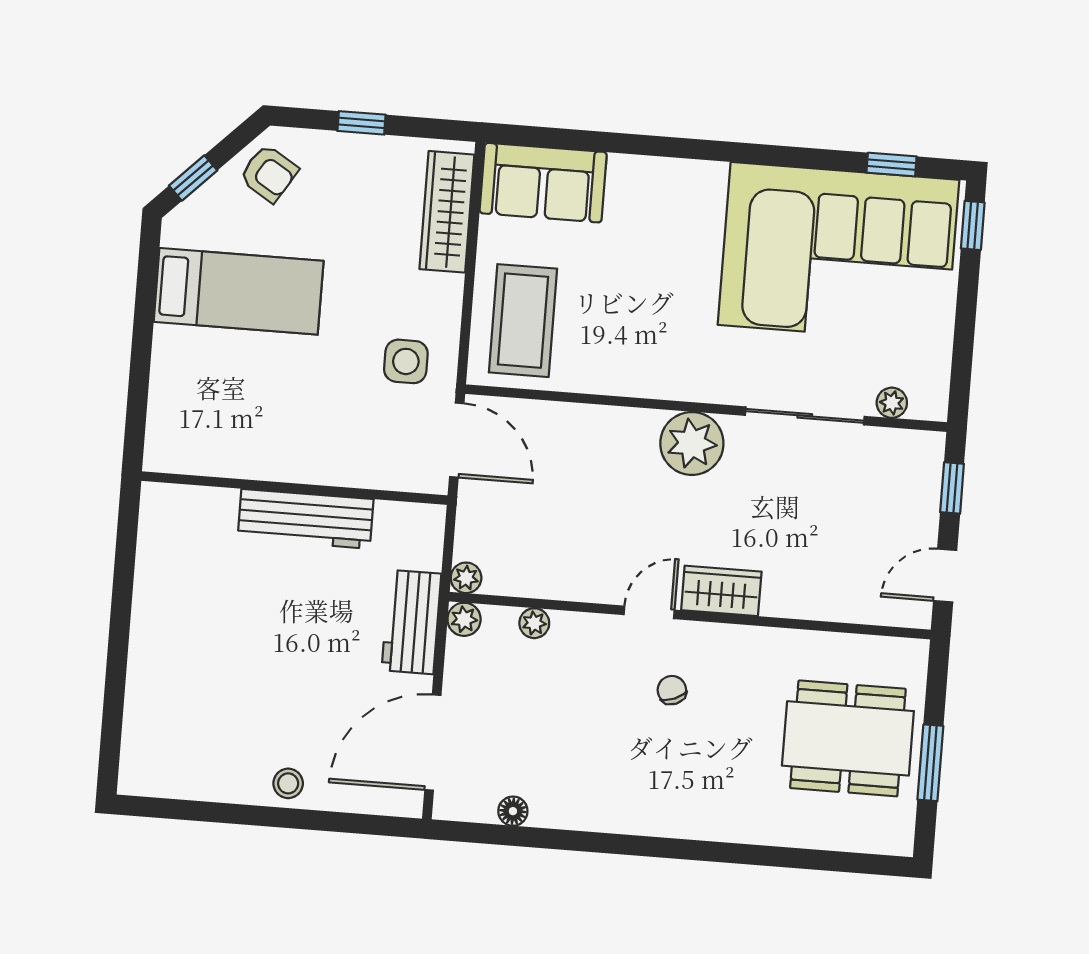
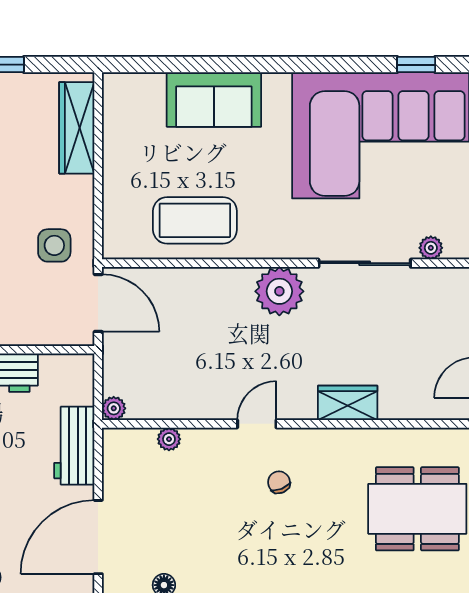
sofa: (543, 183) -> (214, 100), moved
coffee table: (523, 321) -> (195, 220), moved, turned 90
wardrobe: (721, 591) -> (348, 403), moved
plant: (464, 619) -> (115, 440), removed

